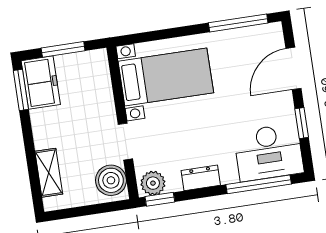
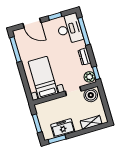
freezer: (41, 83) -> (63, 128), moved

